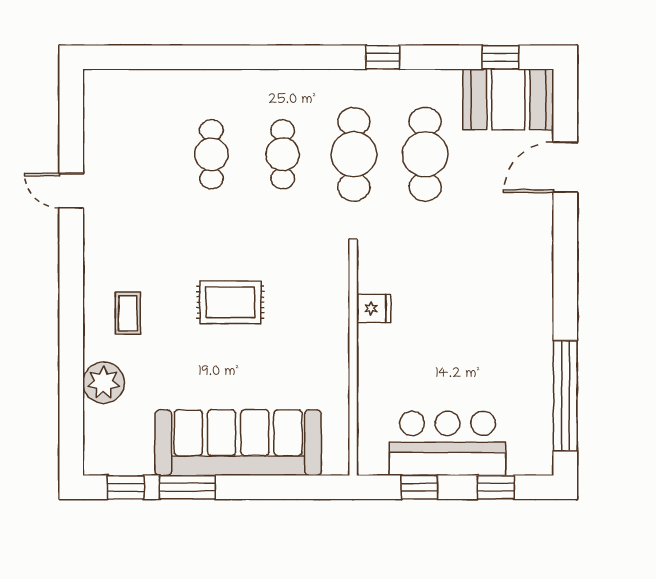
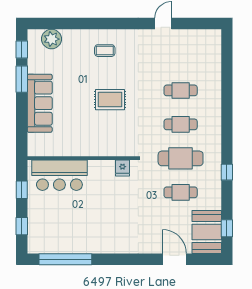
cafe table: (425, 154) -> (181, 192), width x0.73, depth x0.74
rug: (230, 302) -> (110, 100), turned 90
fridge: (374, 308) -> (123, 168), moved
plant: (104, 383) -> (51, 39), moved
sofa: (238, 443) -> (40, 103), width x0.74, depth x0.79
bar counter: (447, 443) -> (59, 175), moved, turned 90

